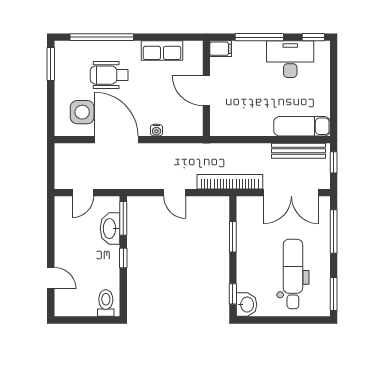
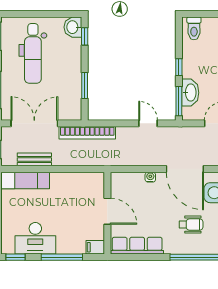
row of seats: (162, 51) -> (137, 246), width x1.48
wheelchair: (109, 75) -> (191, 225), width x0.73, depth x0.73
bench: (298, 151) -> (34, 159), width x0.73
door: (175, 193) -> (148, 123), moved

